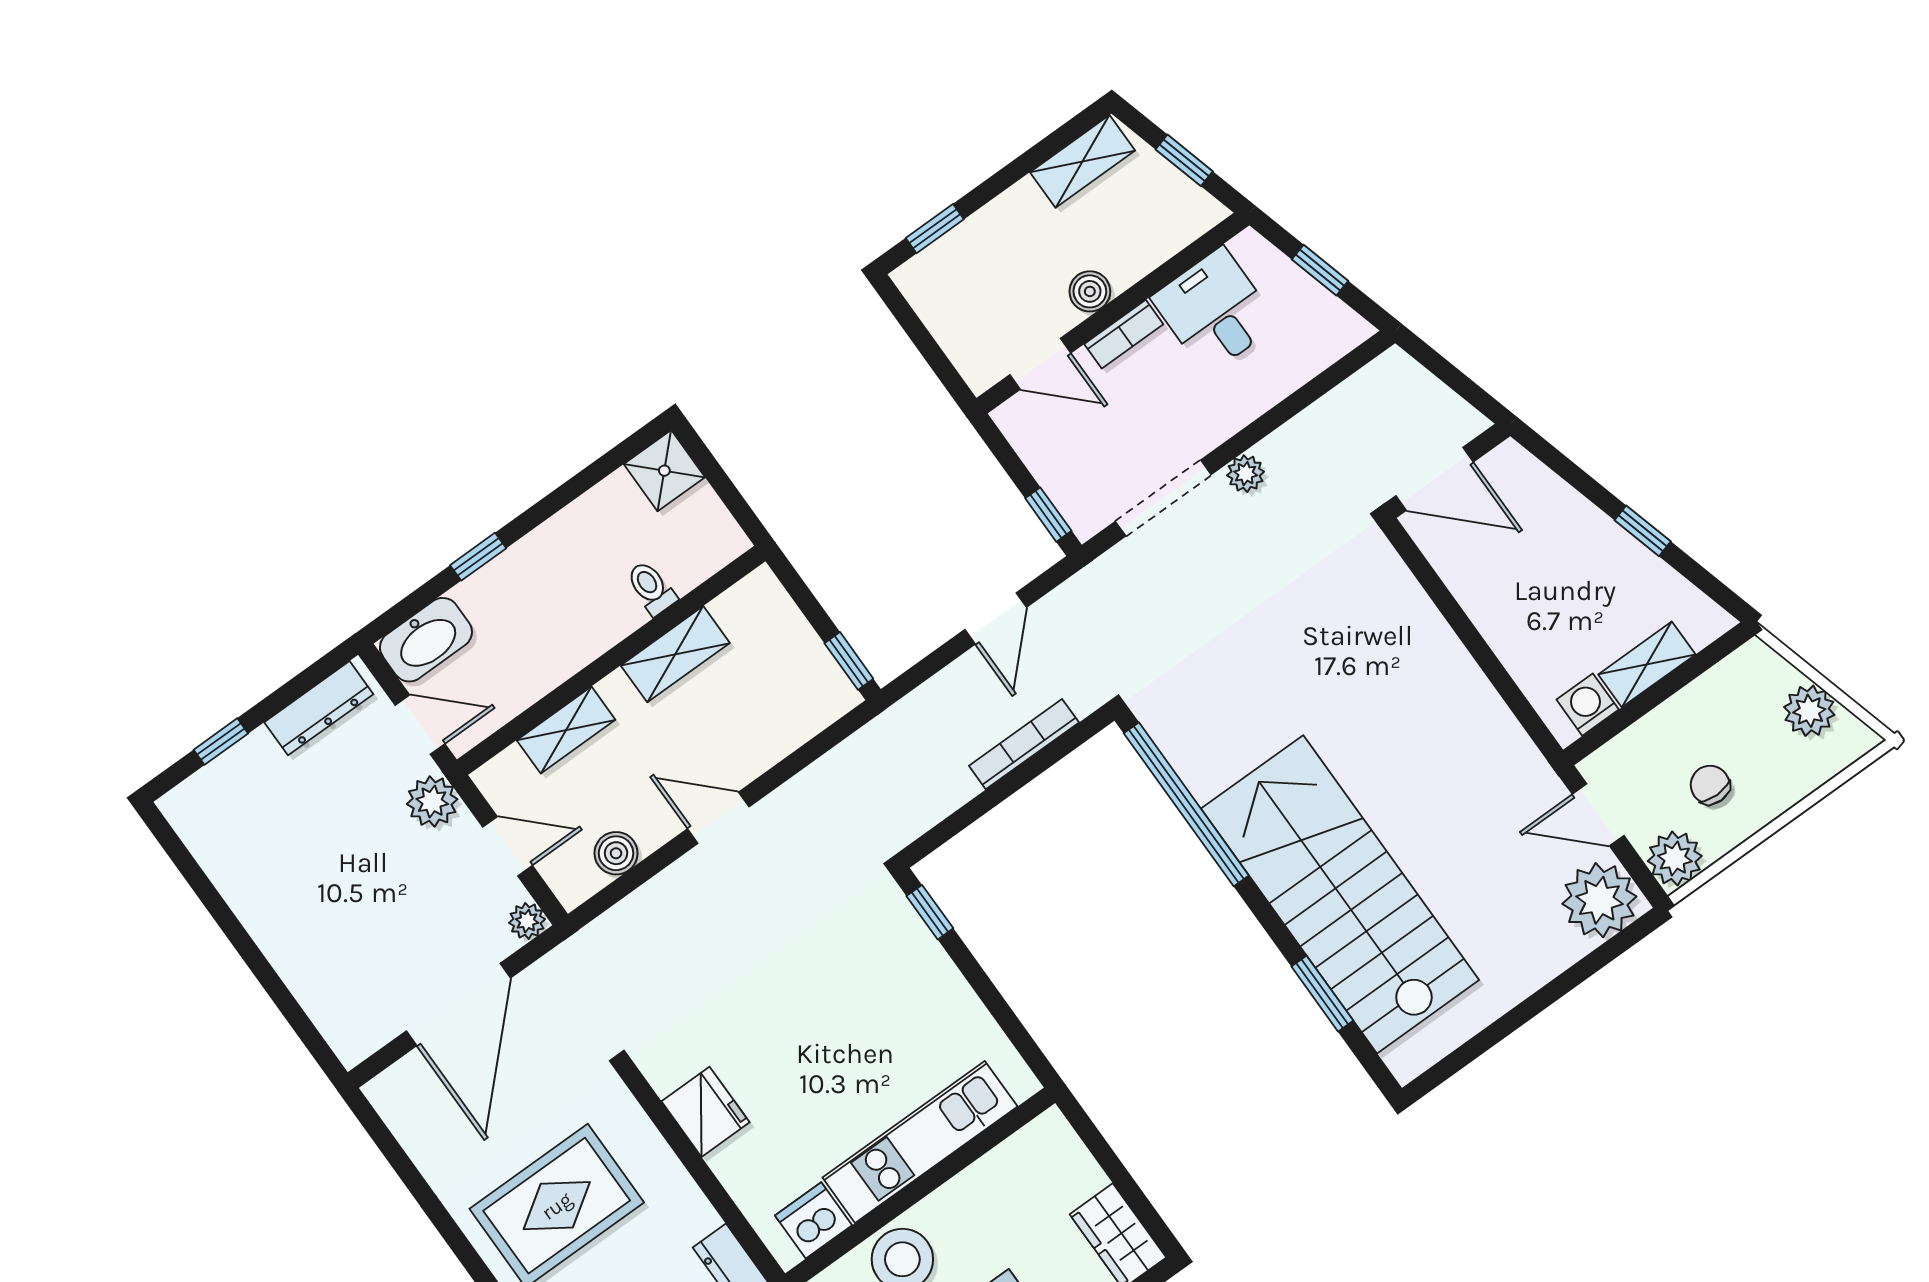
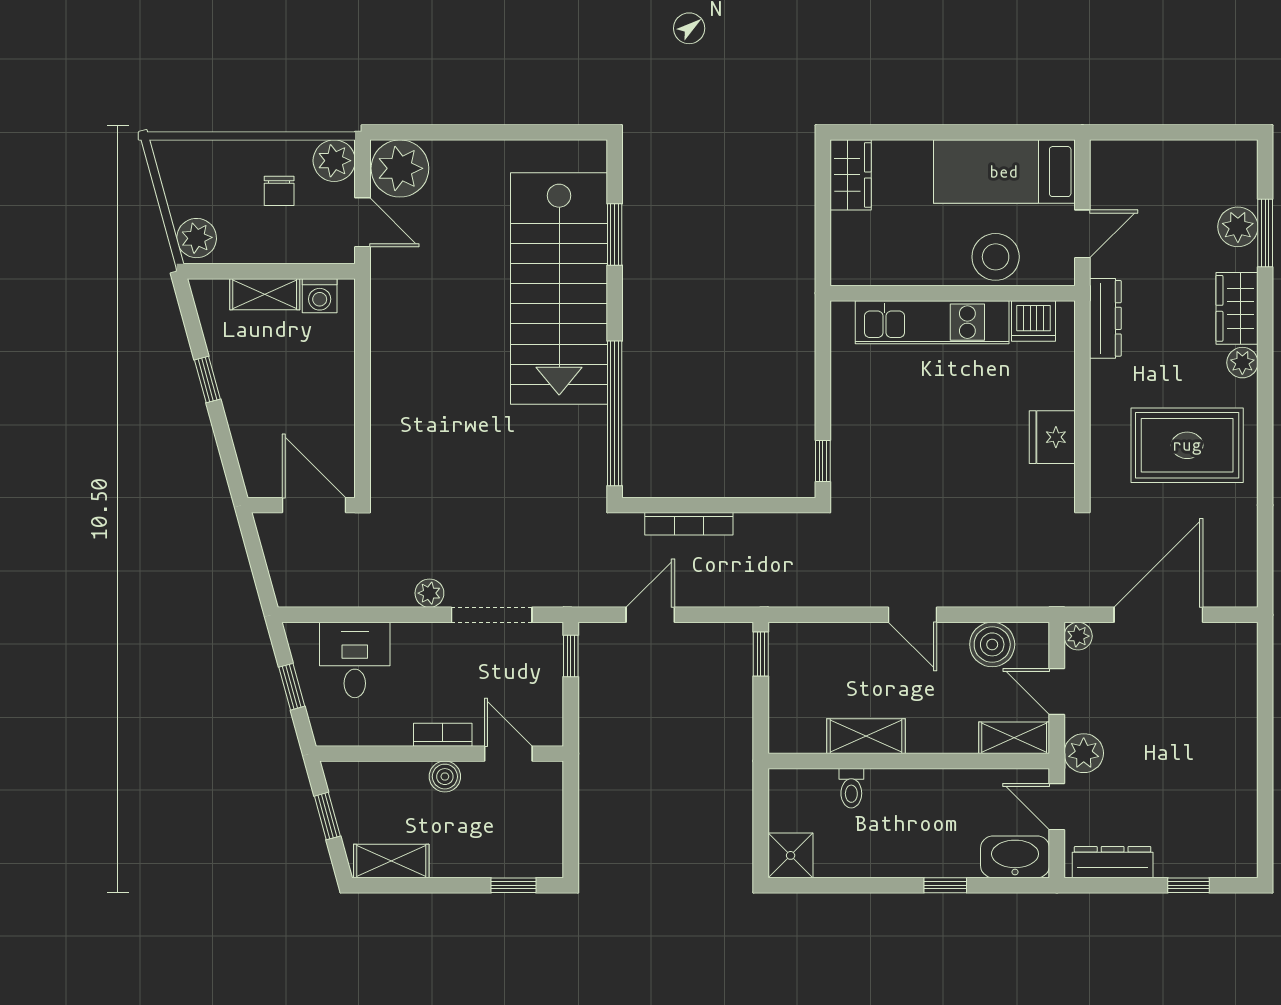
desk: (1215, 311) -> (355, 660), moved, turned 180
plant: (1809, 711) -> (197, 238), moved
shelving: (566, 730) -> (1014, 738), moved
boiler: (616, 853) -> (992, 644), width x1.36, depth x1.36

